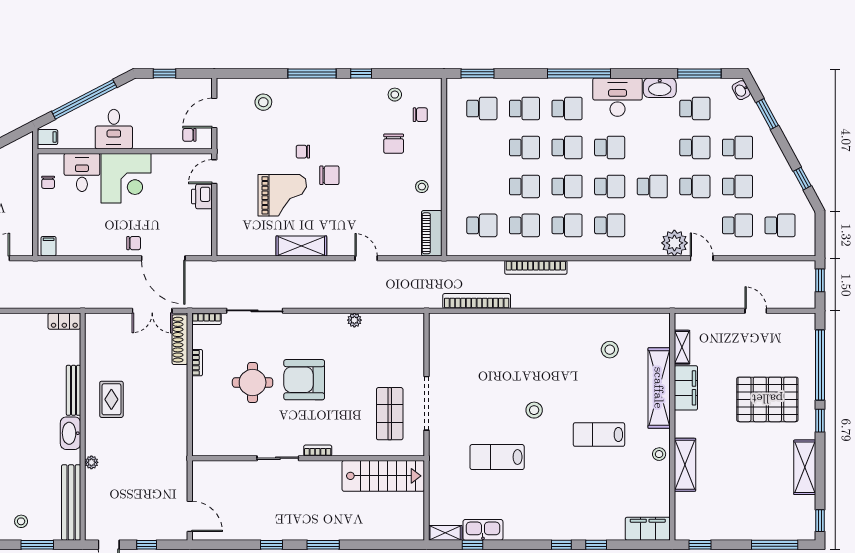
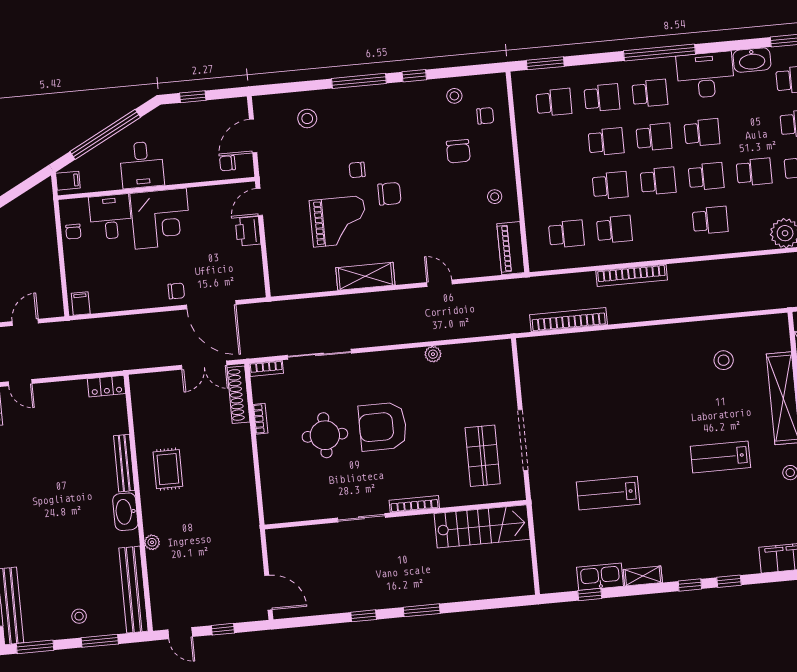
school desk: (567, 225) -> (662, 225), removed
stool: (534, 410) -> (645, 436), removed
bookcase: (318, 451) -> (414, 504), width x1.56
shelving: (445, 533) -> (643, 576), moved

